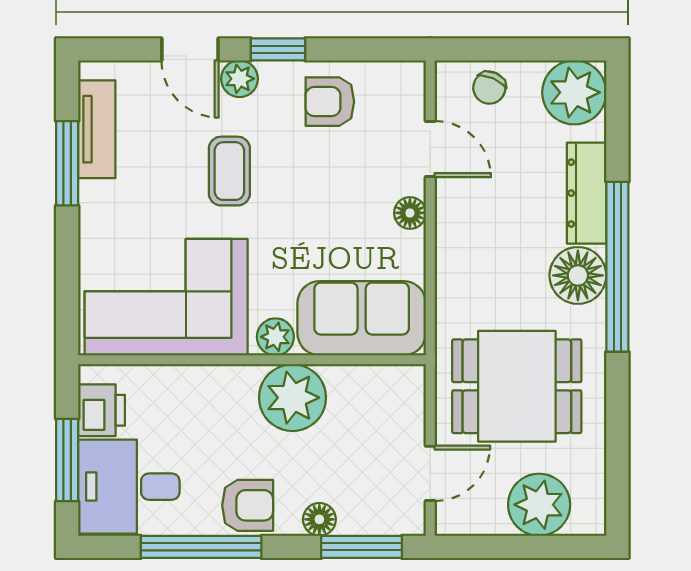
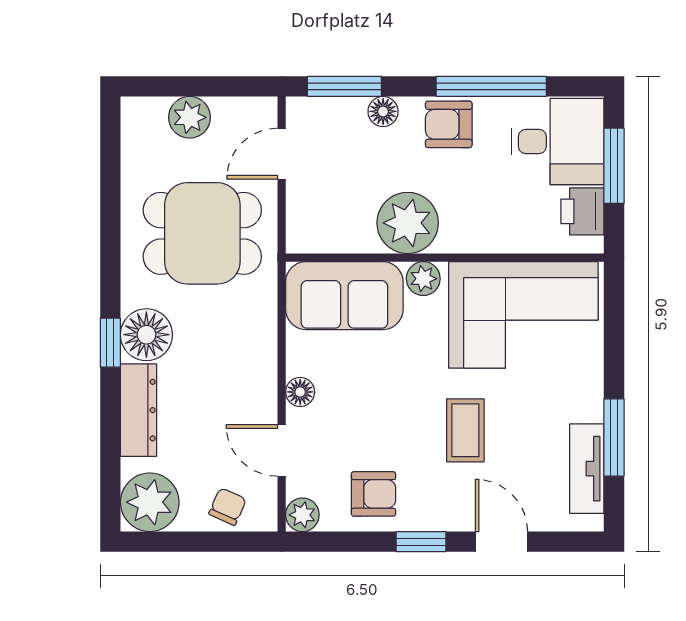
plant: (240, 79) -> (302, 515), moved
window: (617, 267) -> (110, 343), width x0.32
plant: (539, 505) -> (190, 117), width x0.73, depth x0.73

